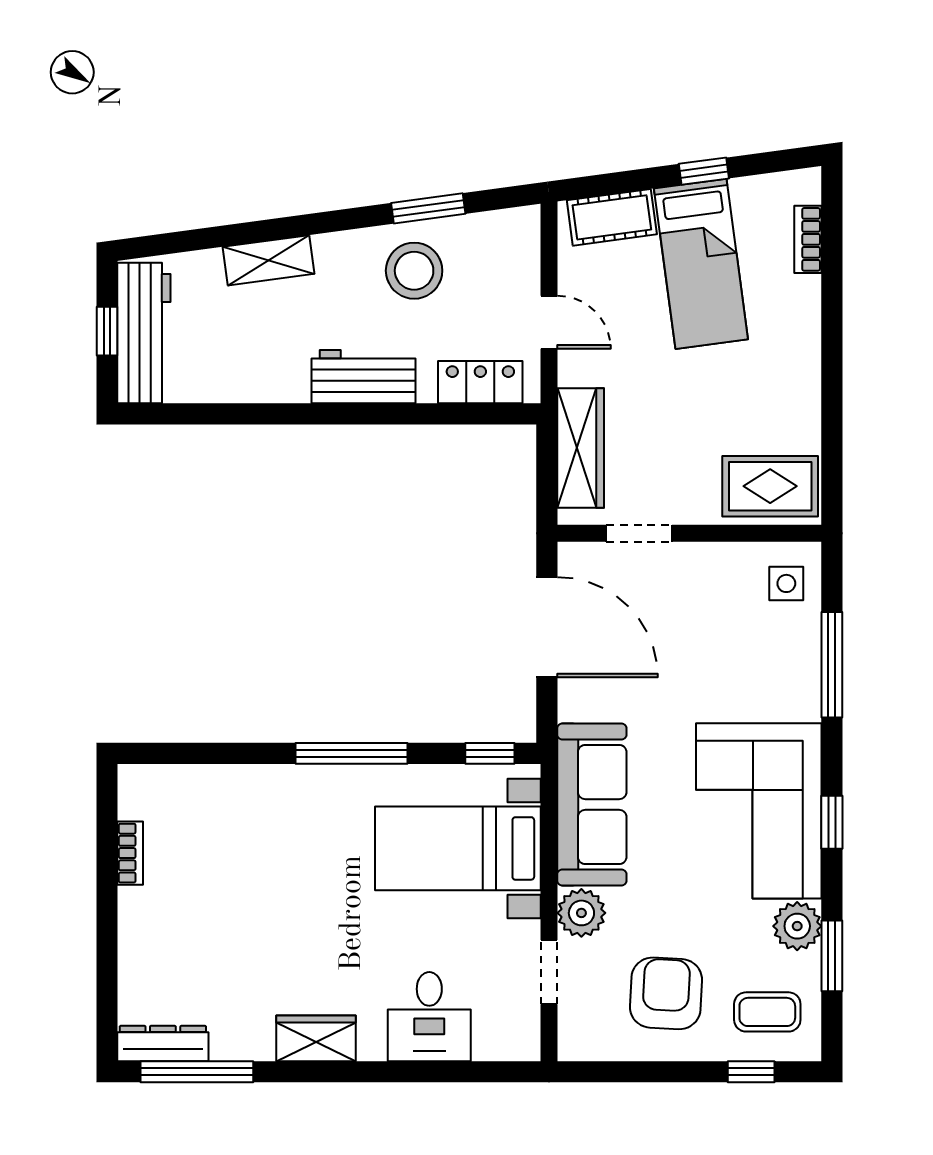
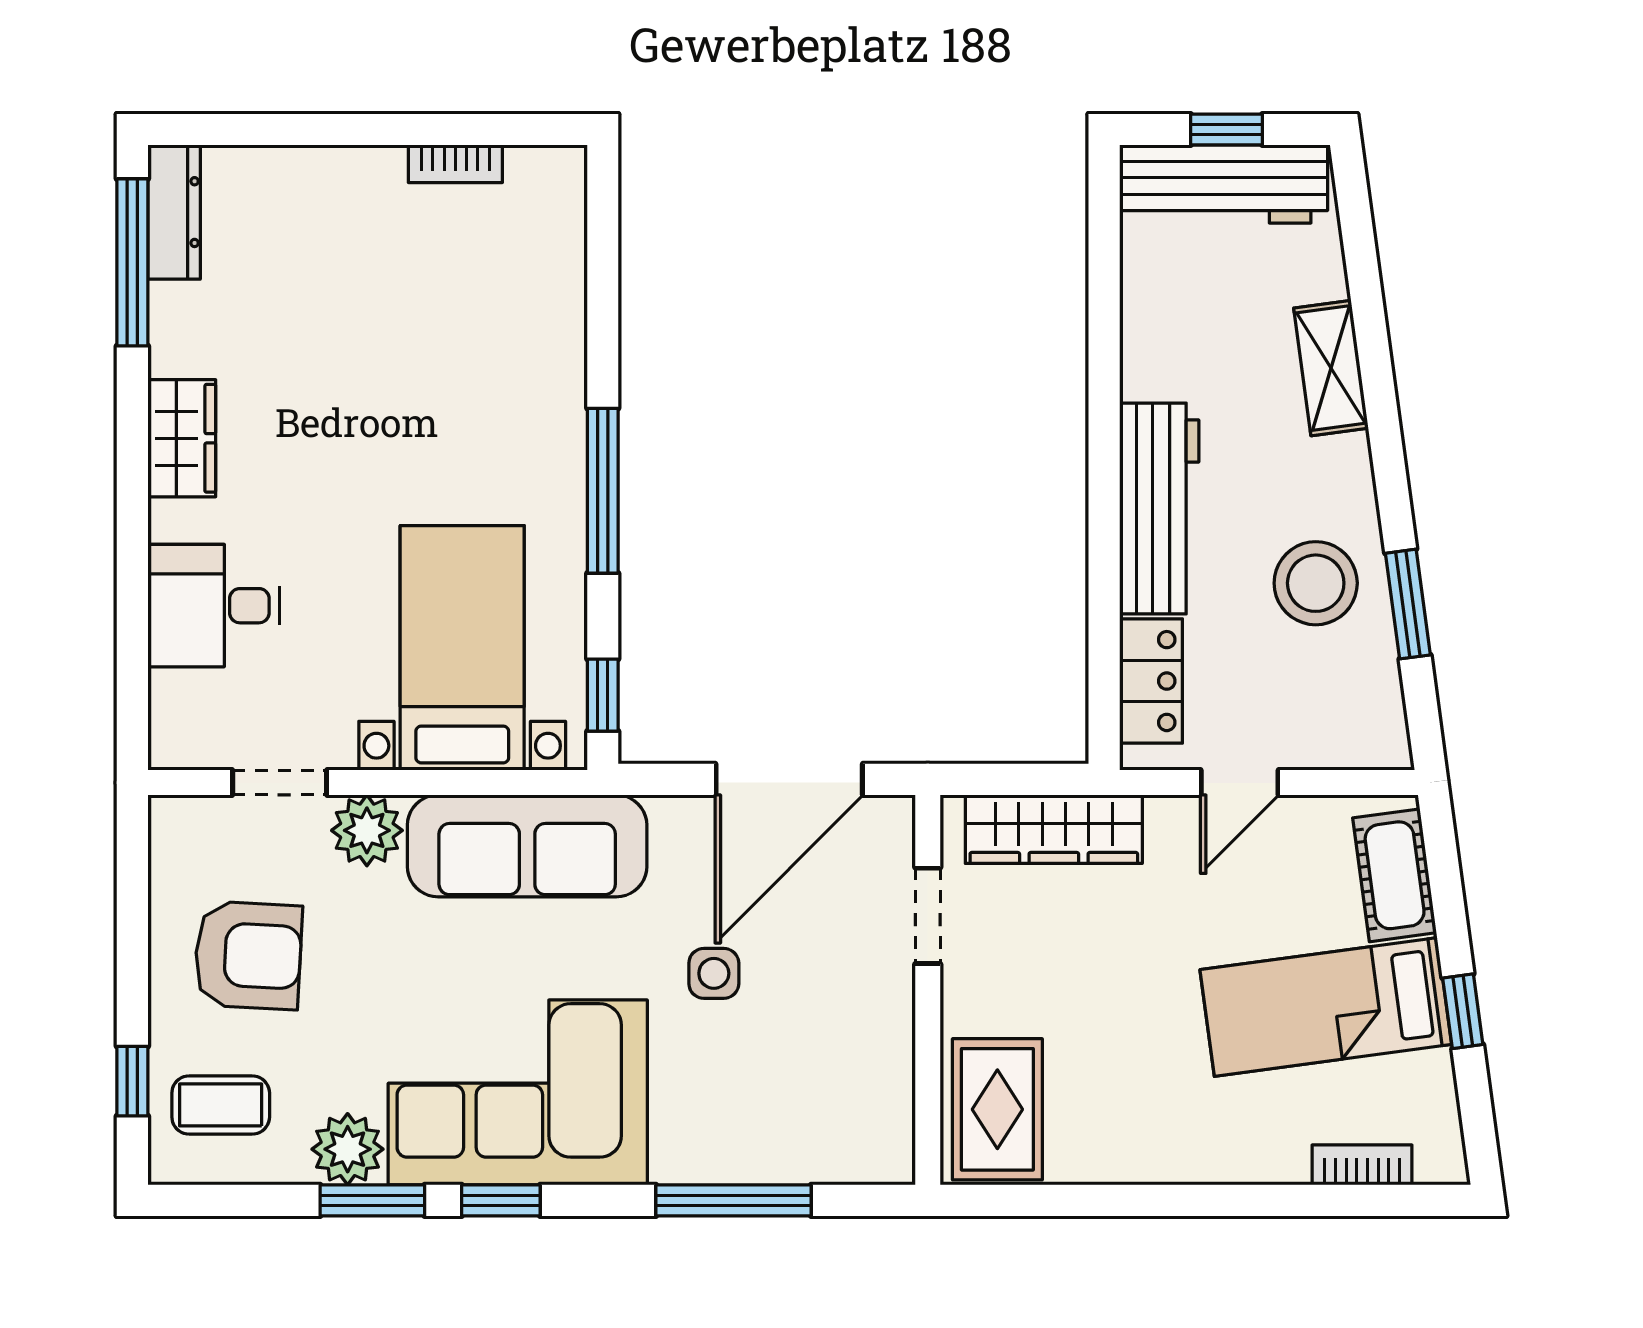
workbench: (364, 377) -> (1159, 508), width x1.38
side table: (786, 583) -> (714, 973), moved
window: (832, 956) -> (372, 1200), moved
coffee table: (767, 1012) -> (221, 1105), turned 90

